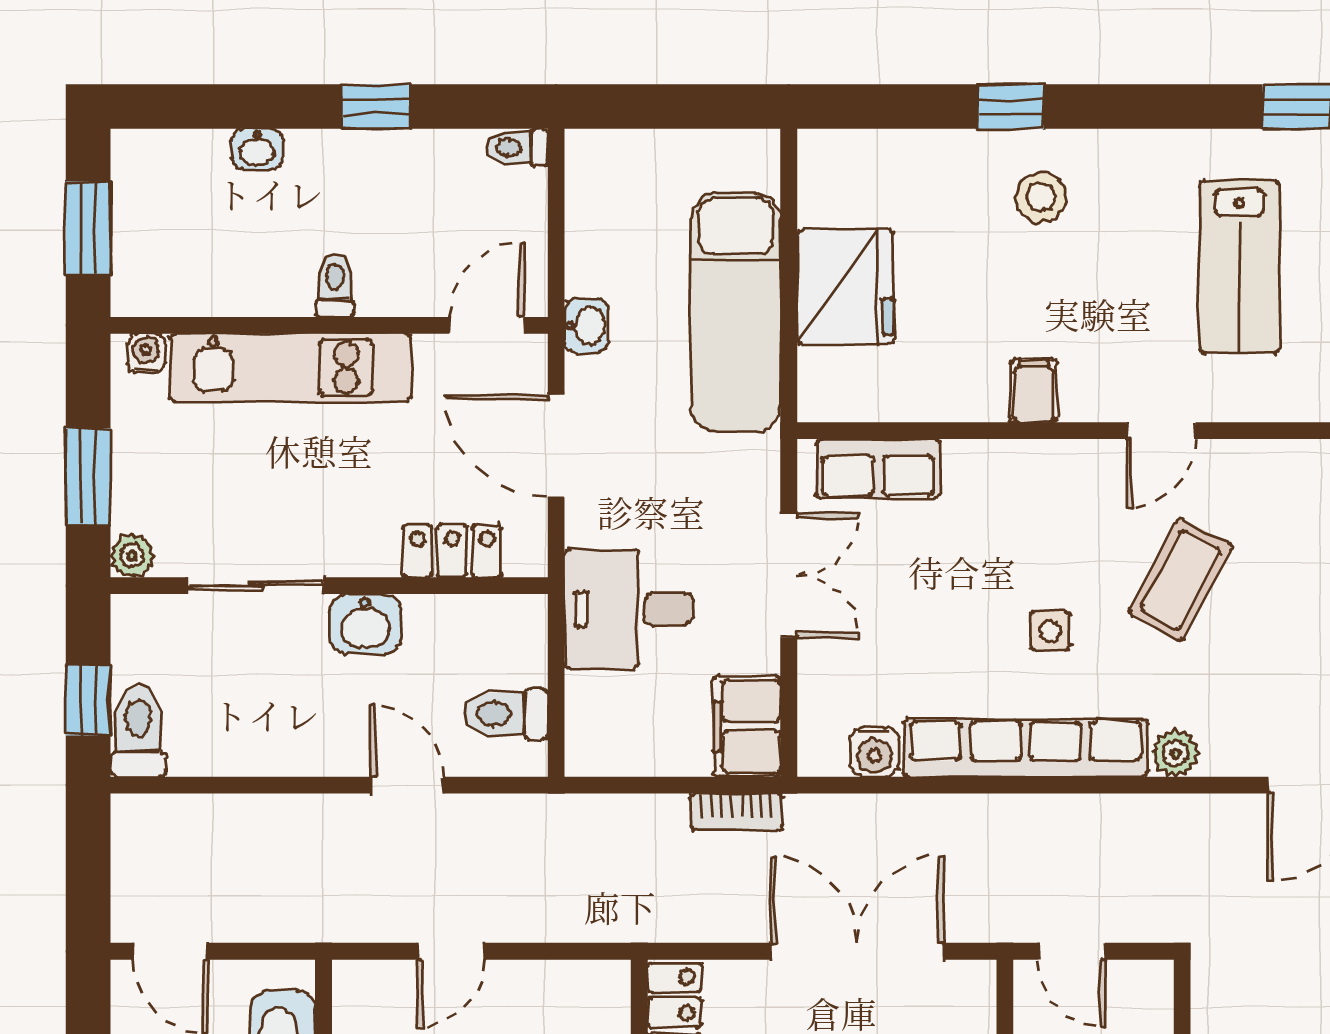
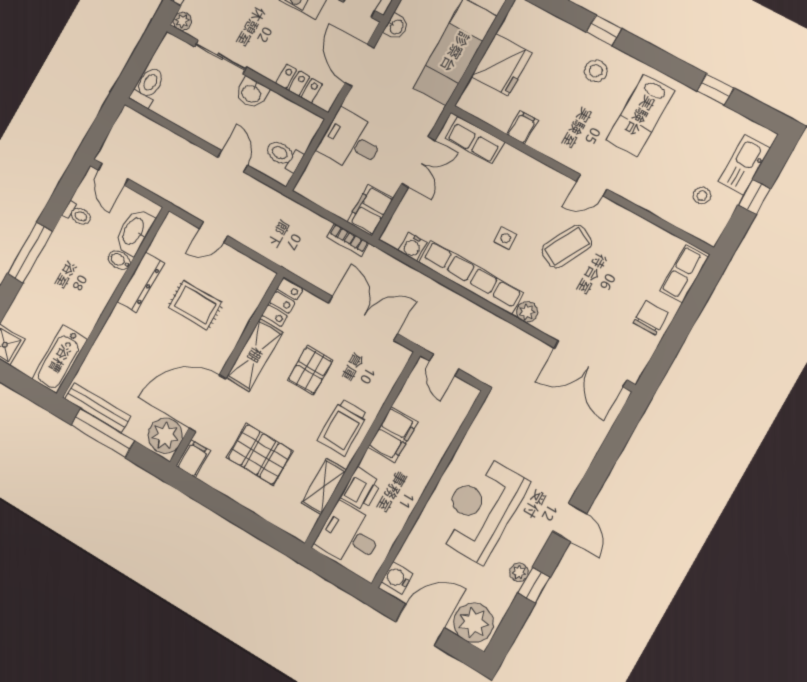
lab bench: (1239, 267) -> (640, 116), moved
filing cabinet: (1034, 391) -> (522, 127), moved
window: (88, 700) -> (136, 66), removed

